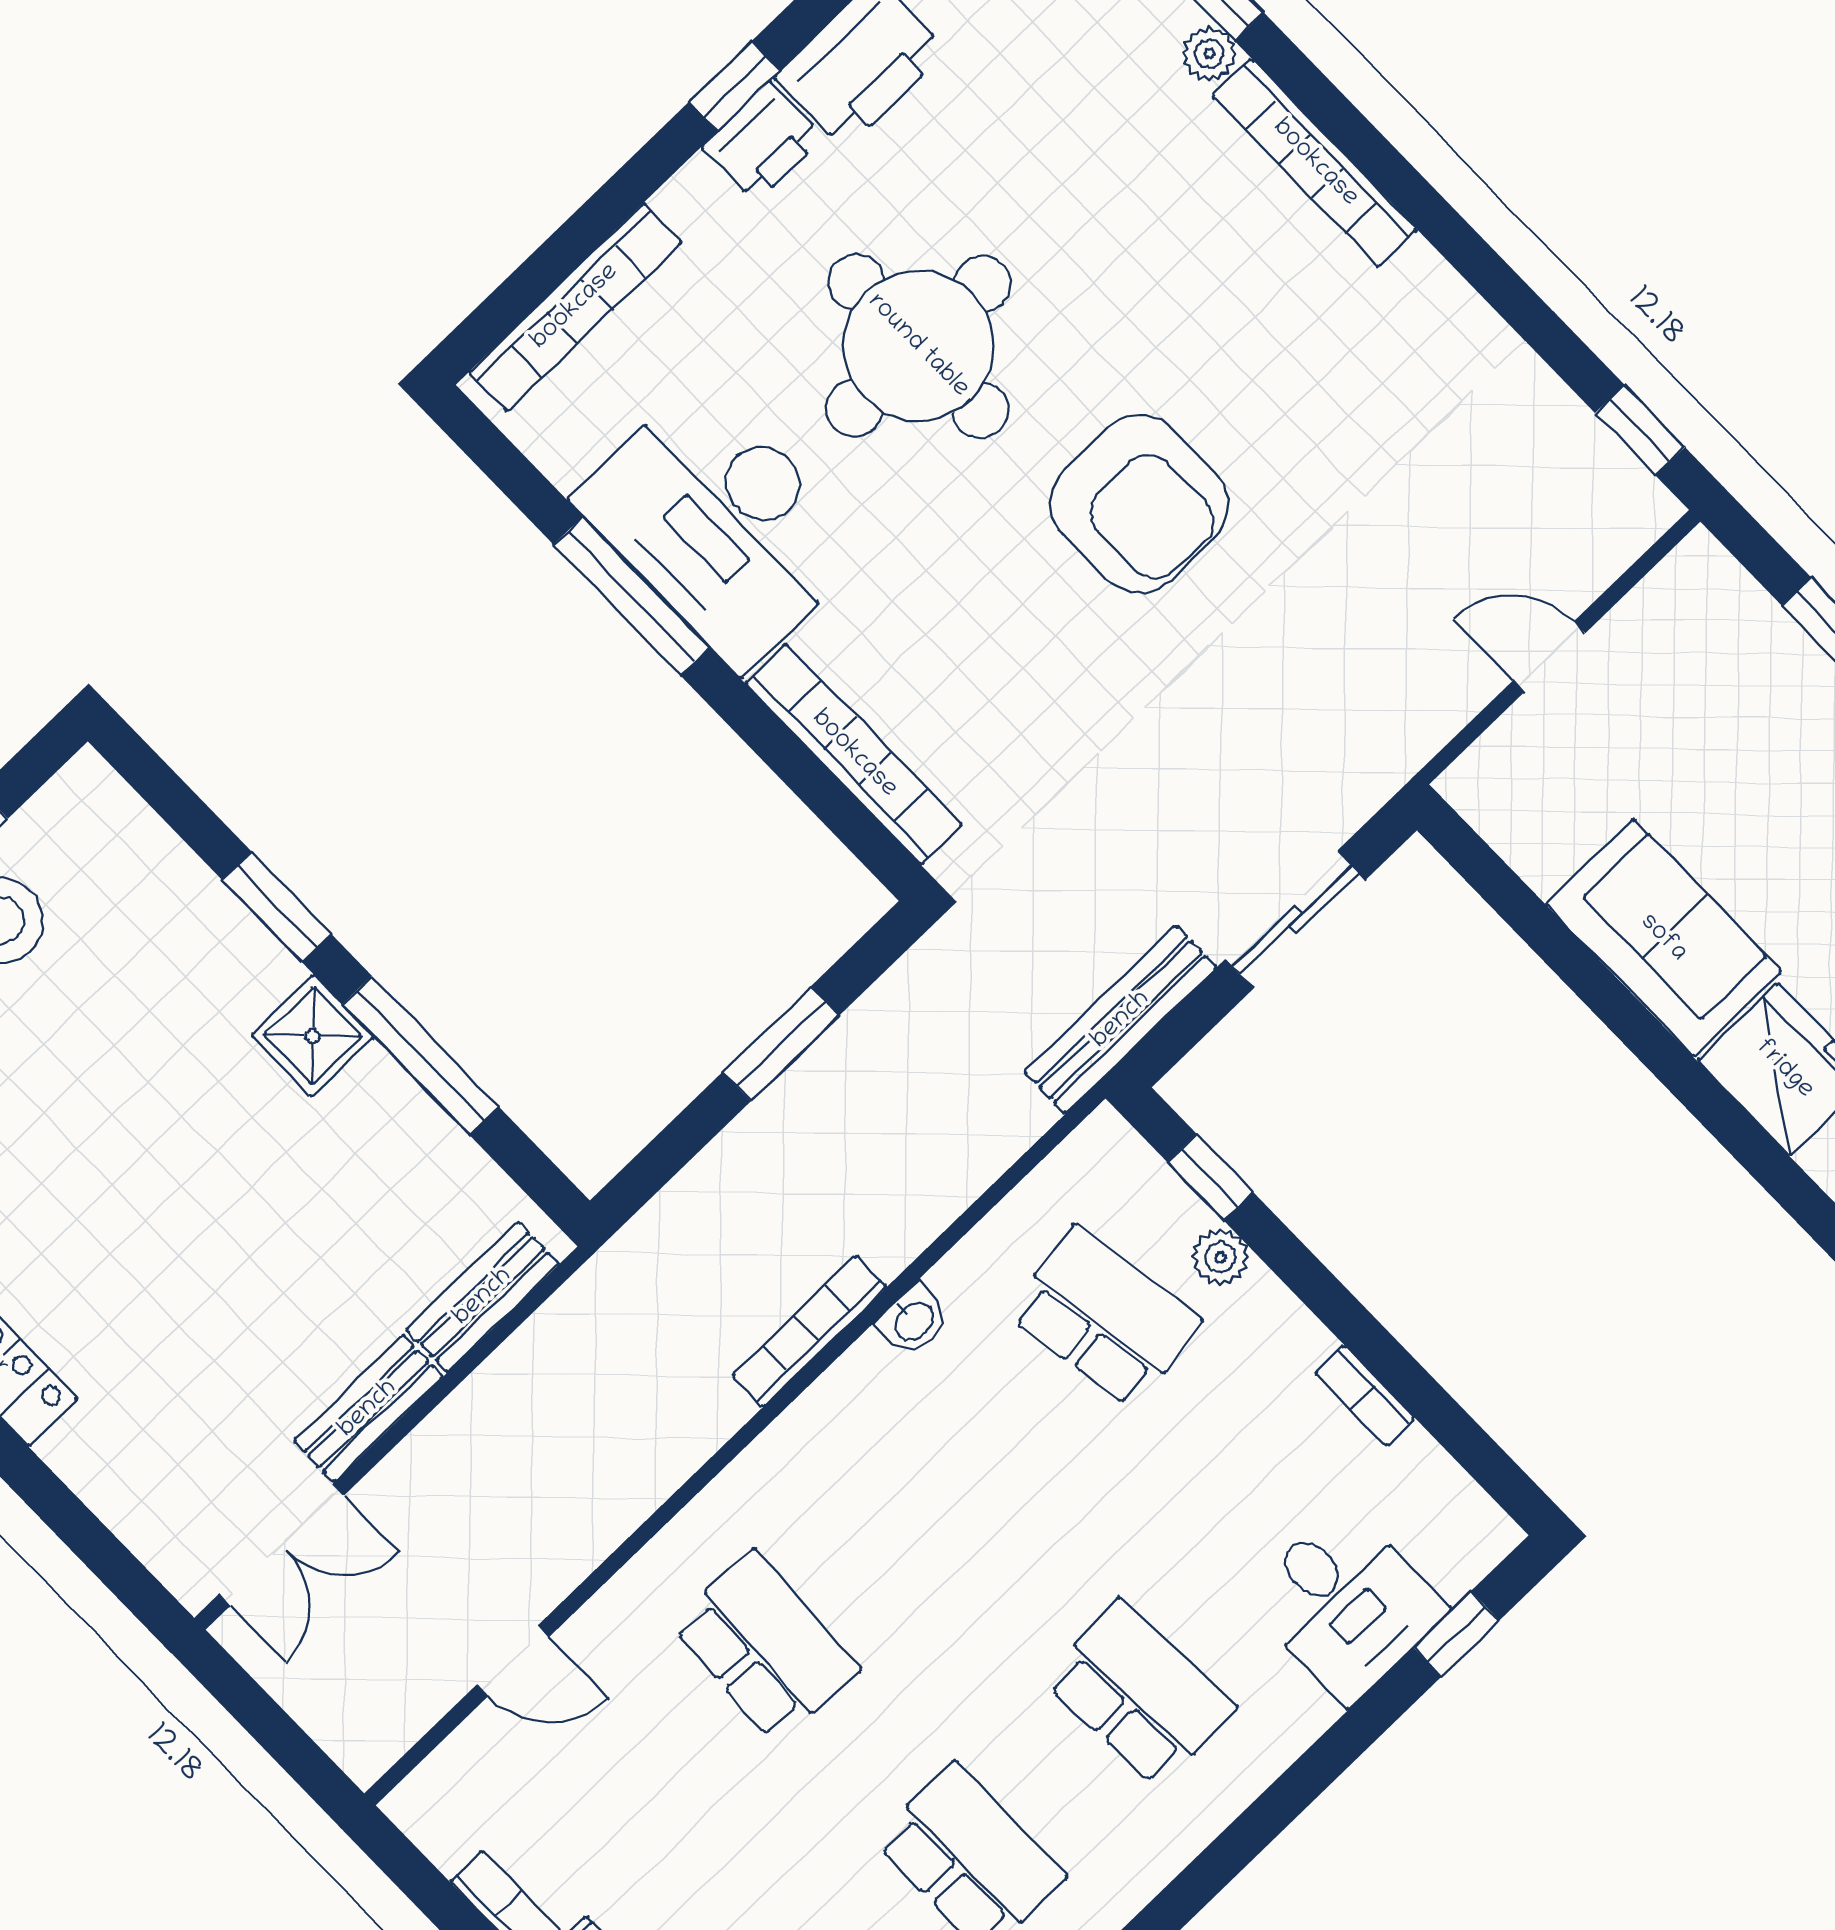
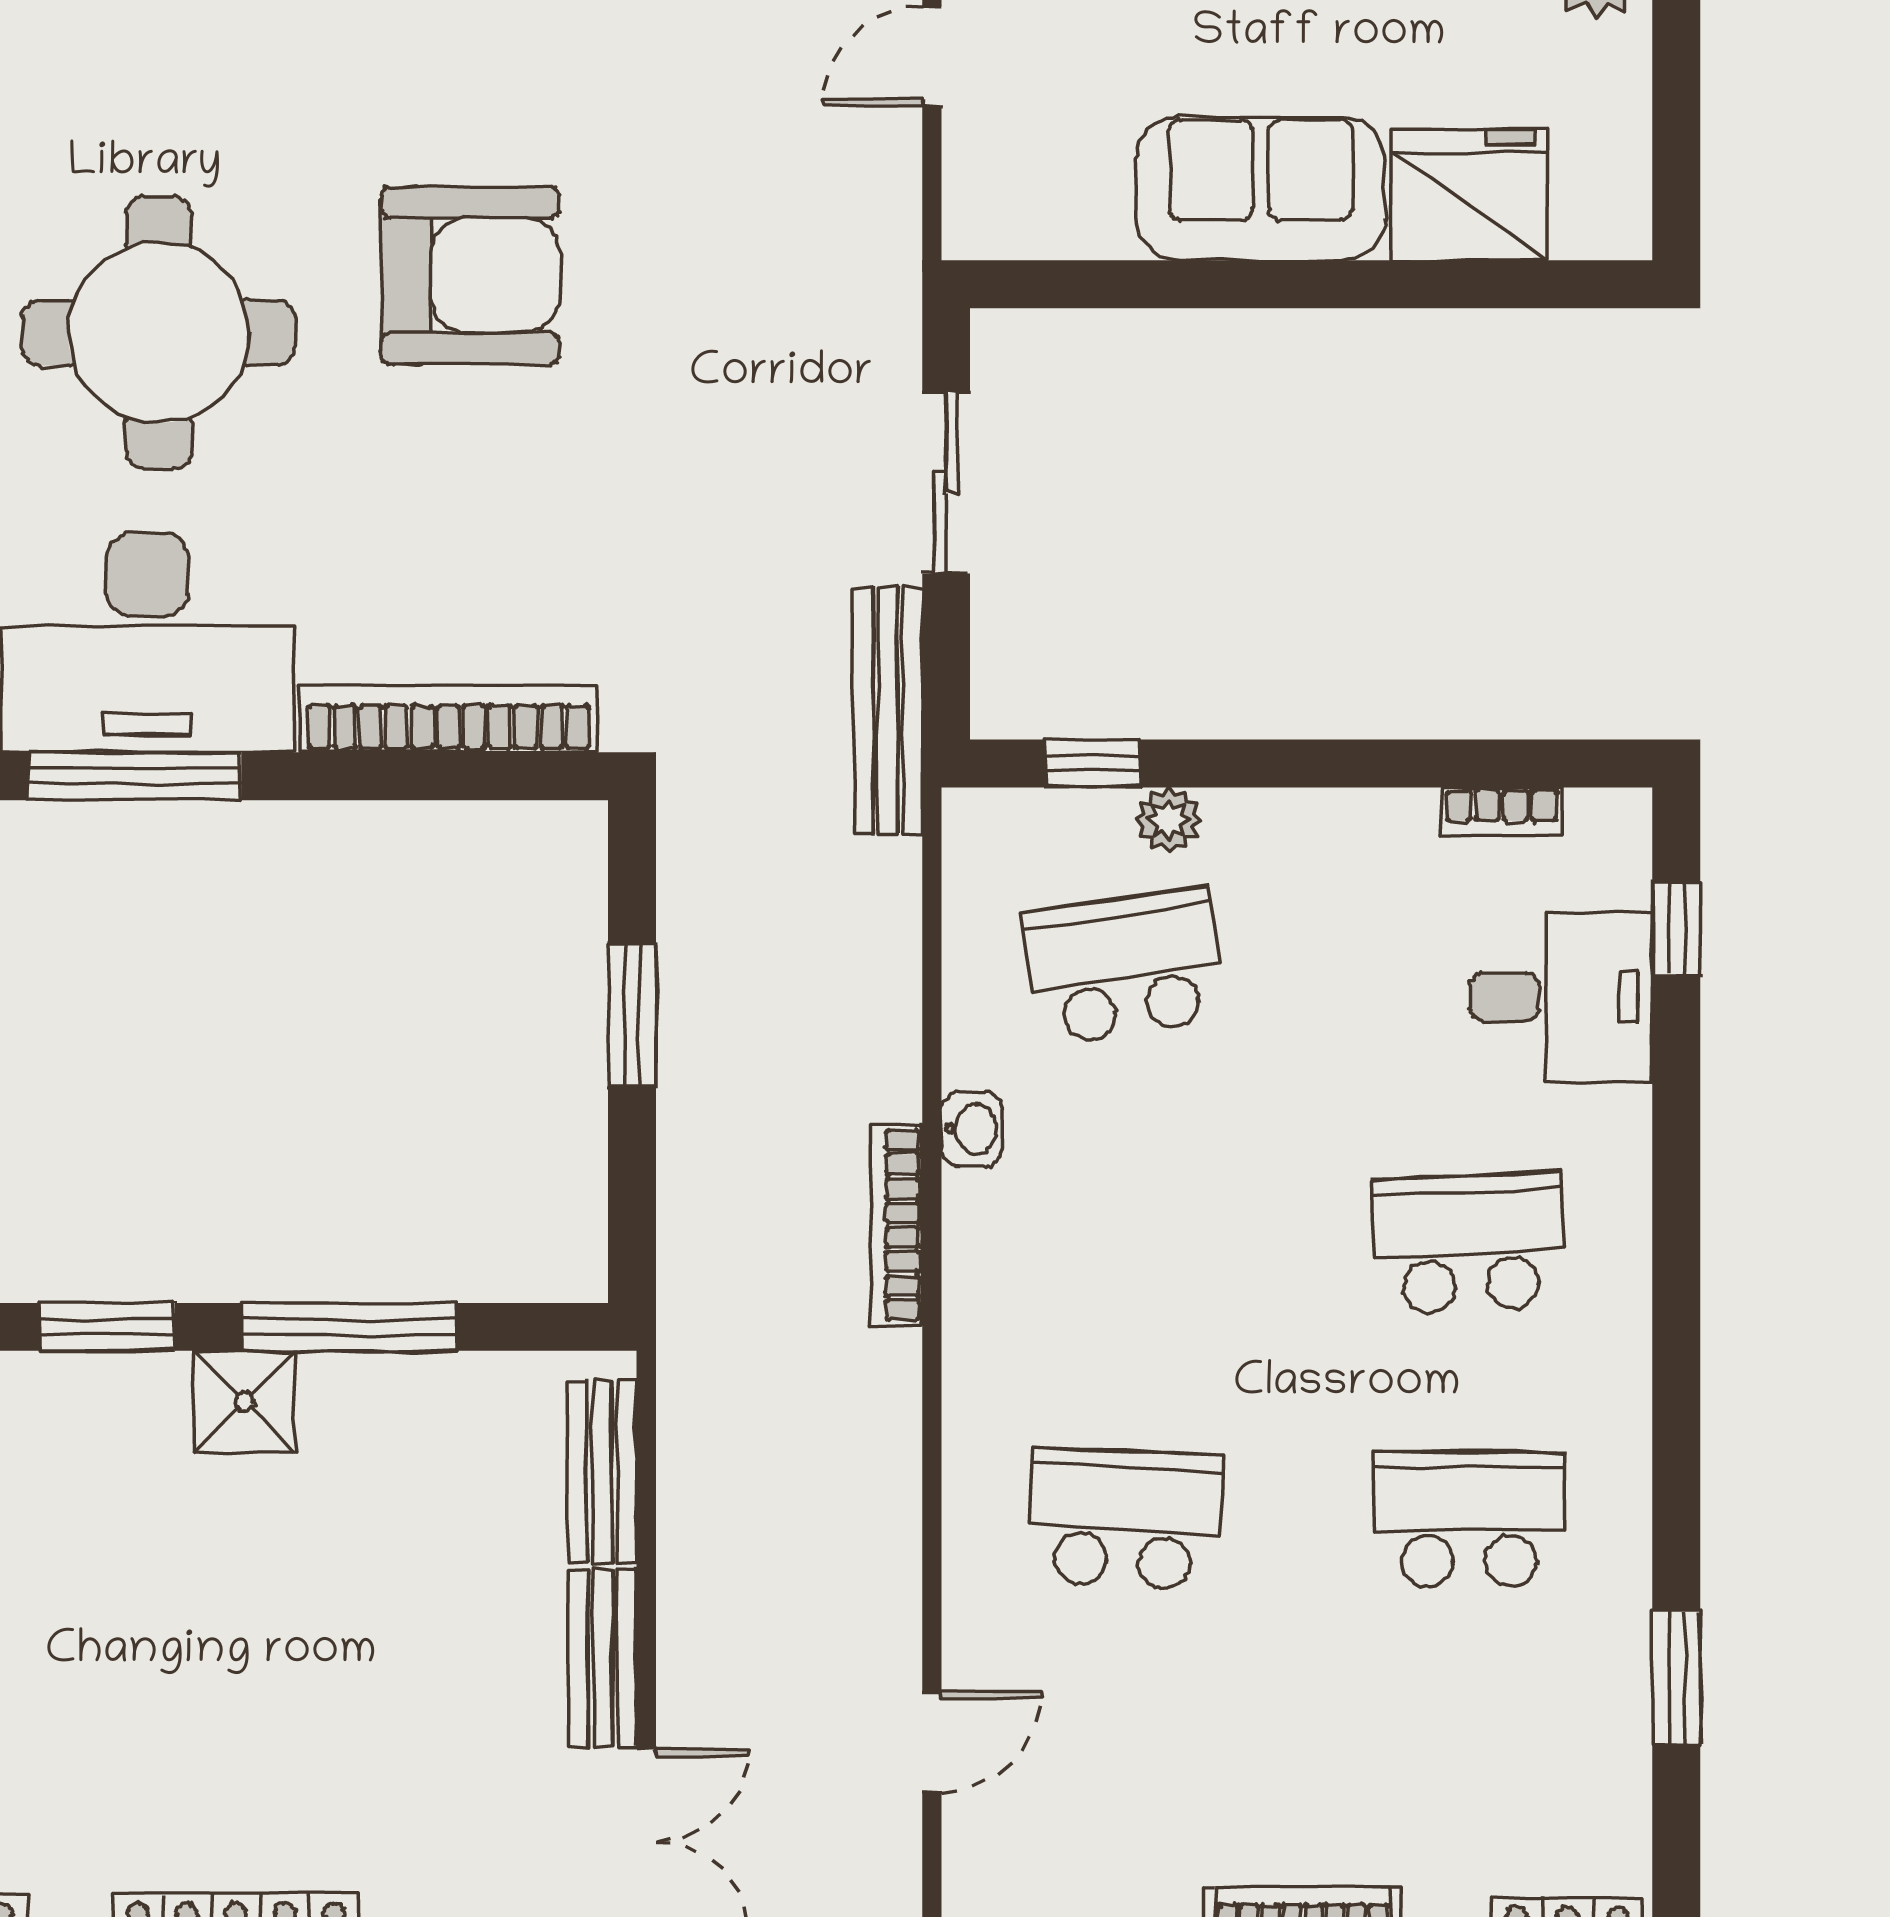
bookcase: (1365, 1396) -> (1502, 811), moved

